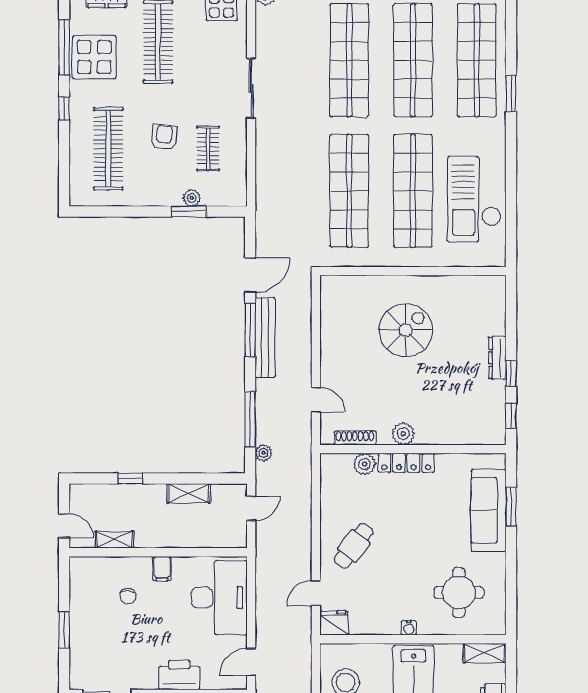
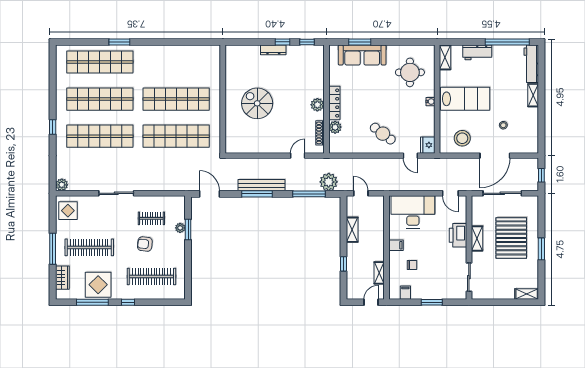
checkout: (474, 199) -> (181, 63), removed
door: (250, 275) -> (209, 194), moved
plant: (263, 453) -> (329, 182), width x1.88, depth x1.88
filing cabinet: (81, 585) -> (405, 293), added

